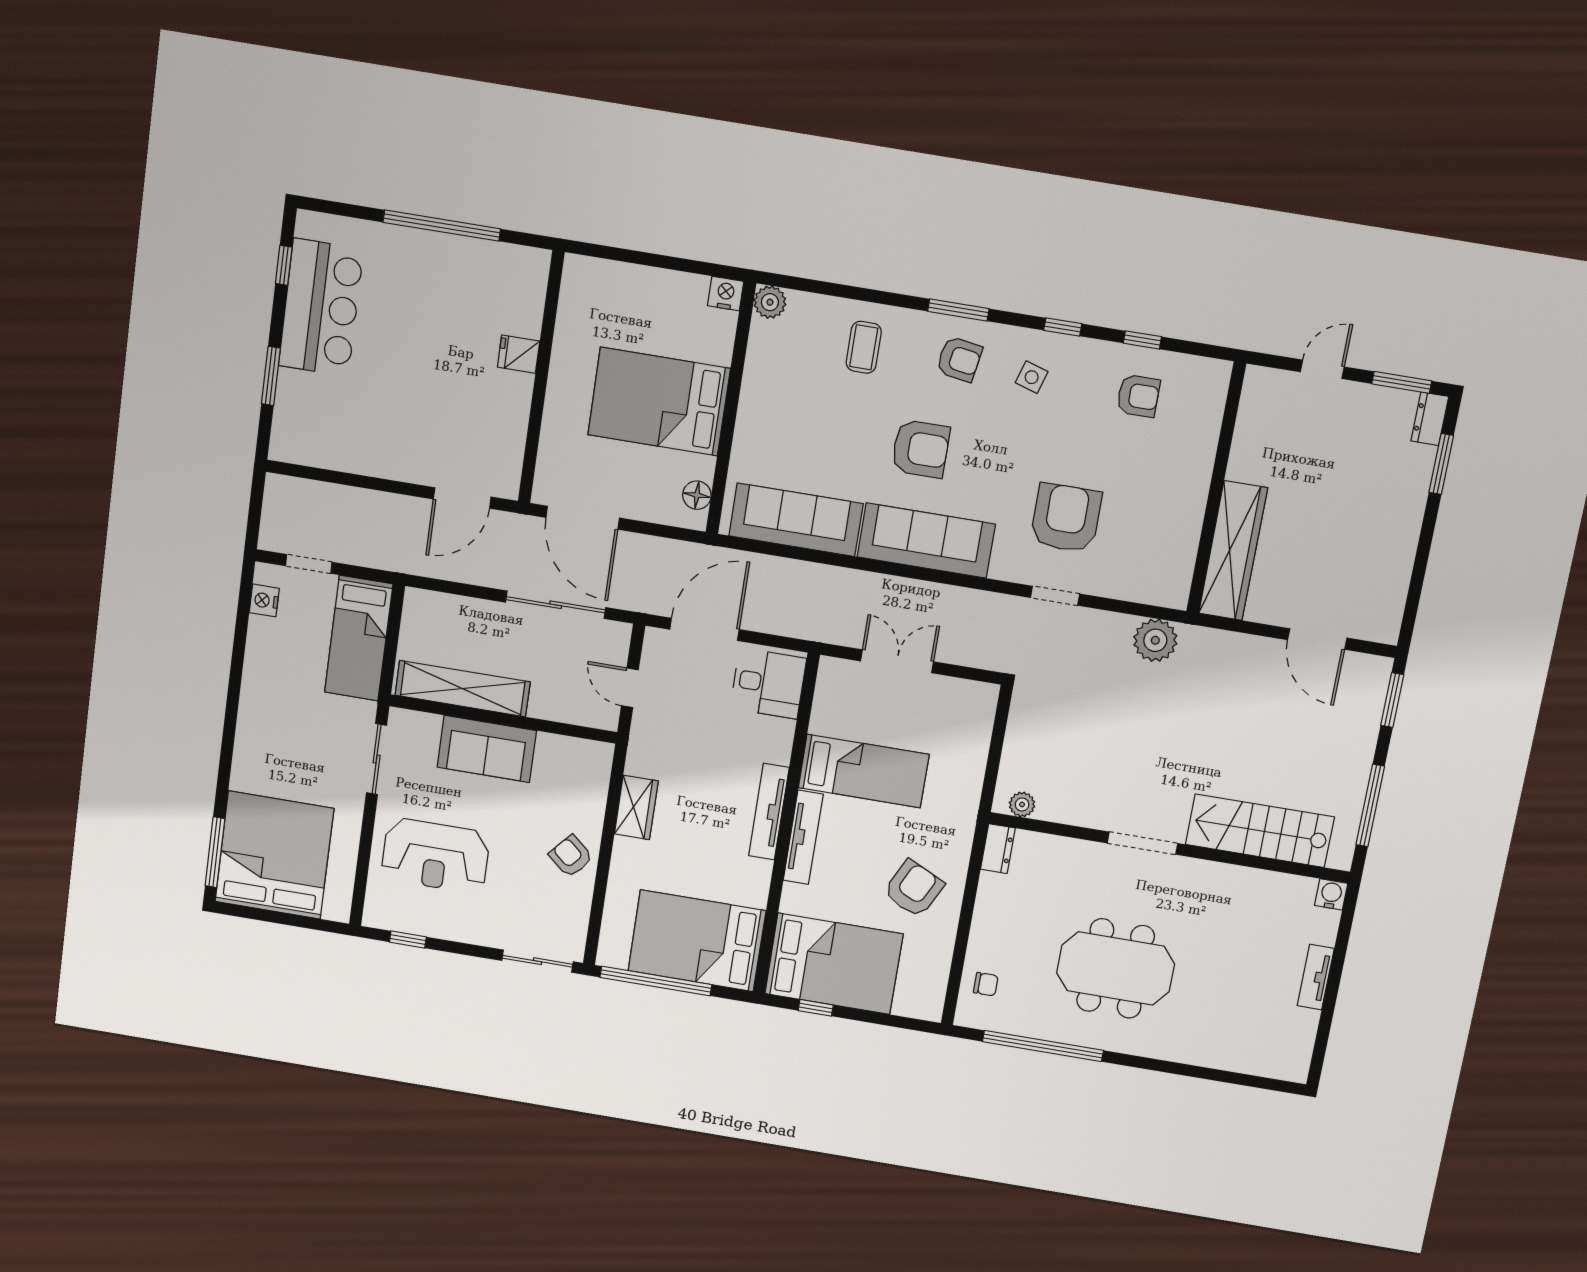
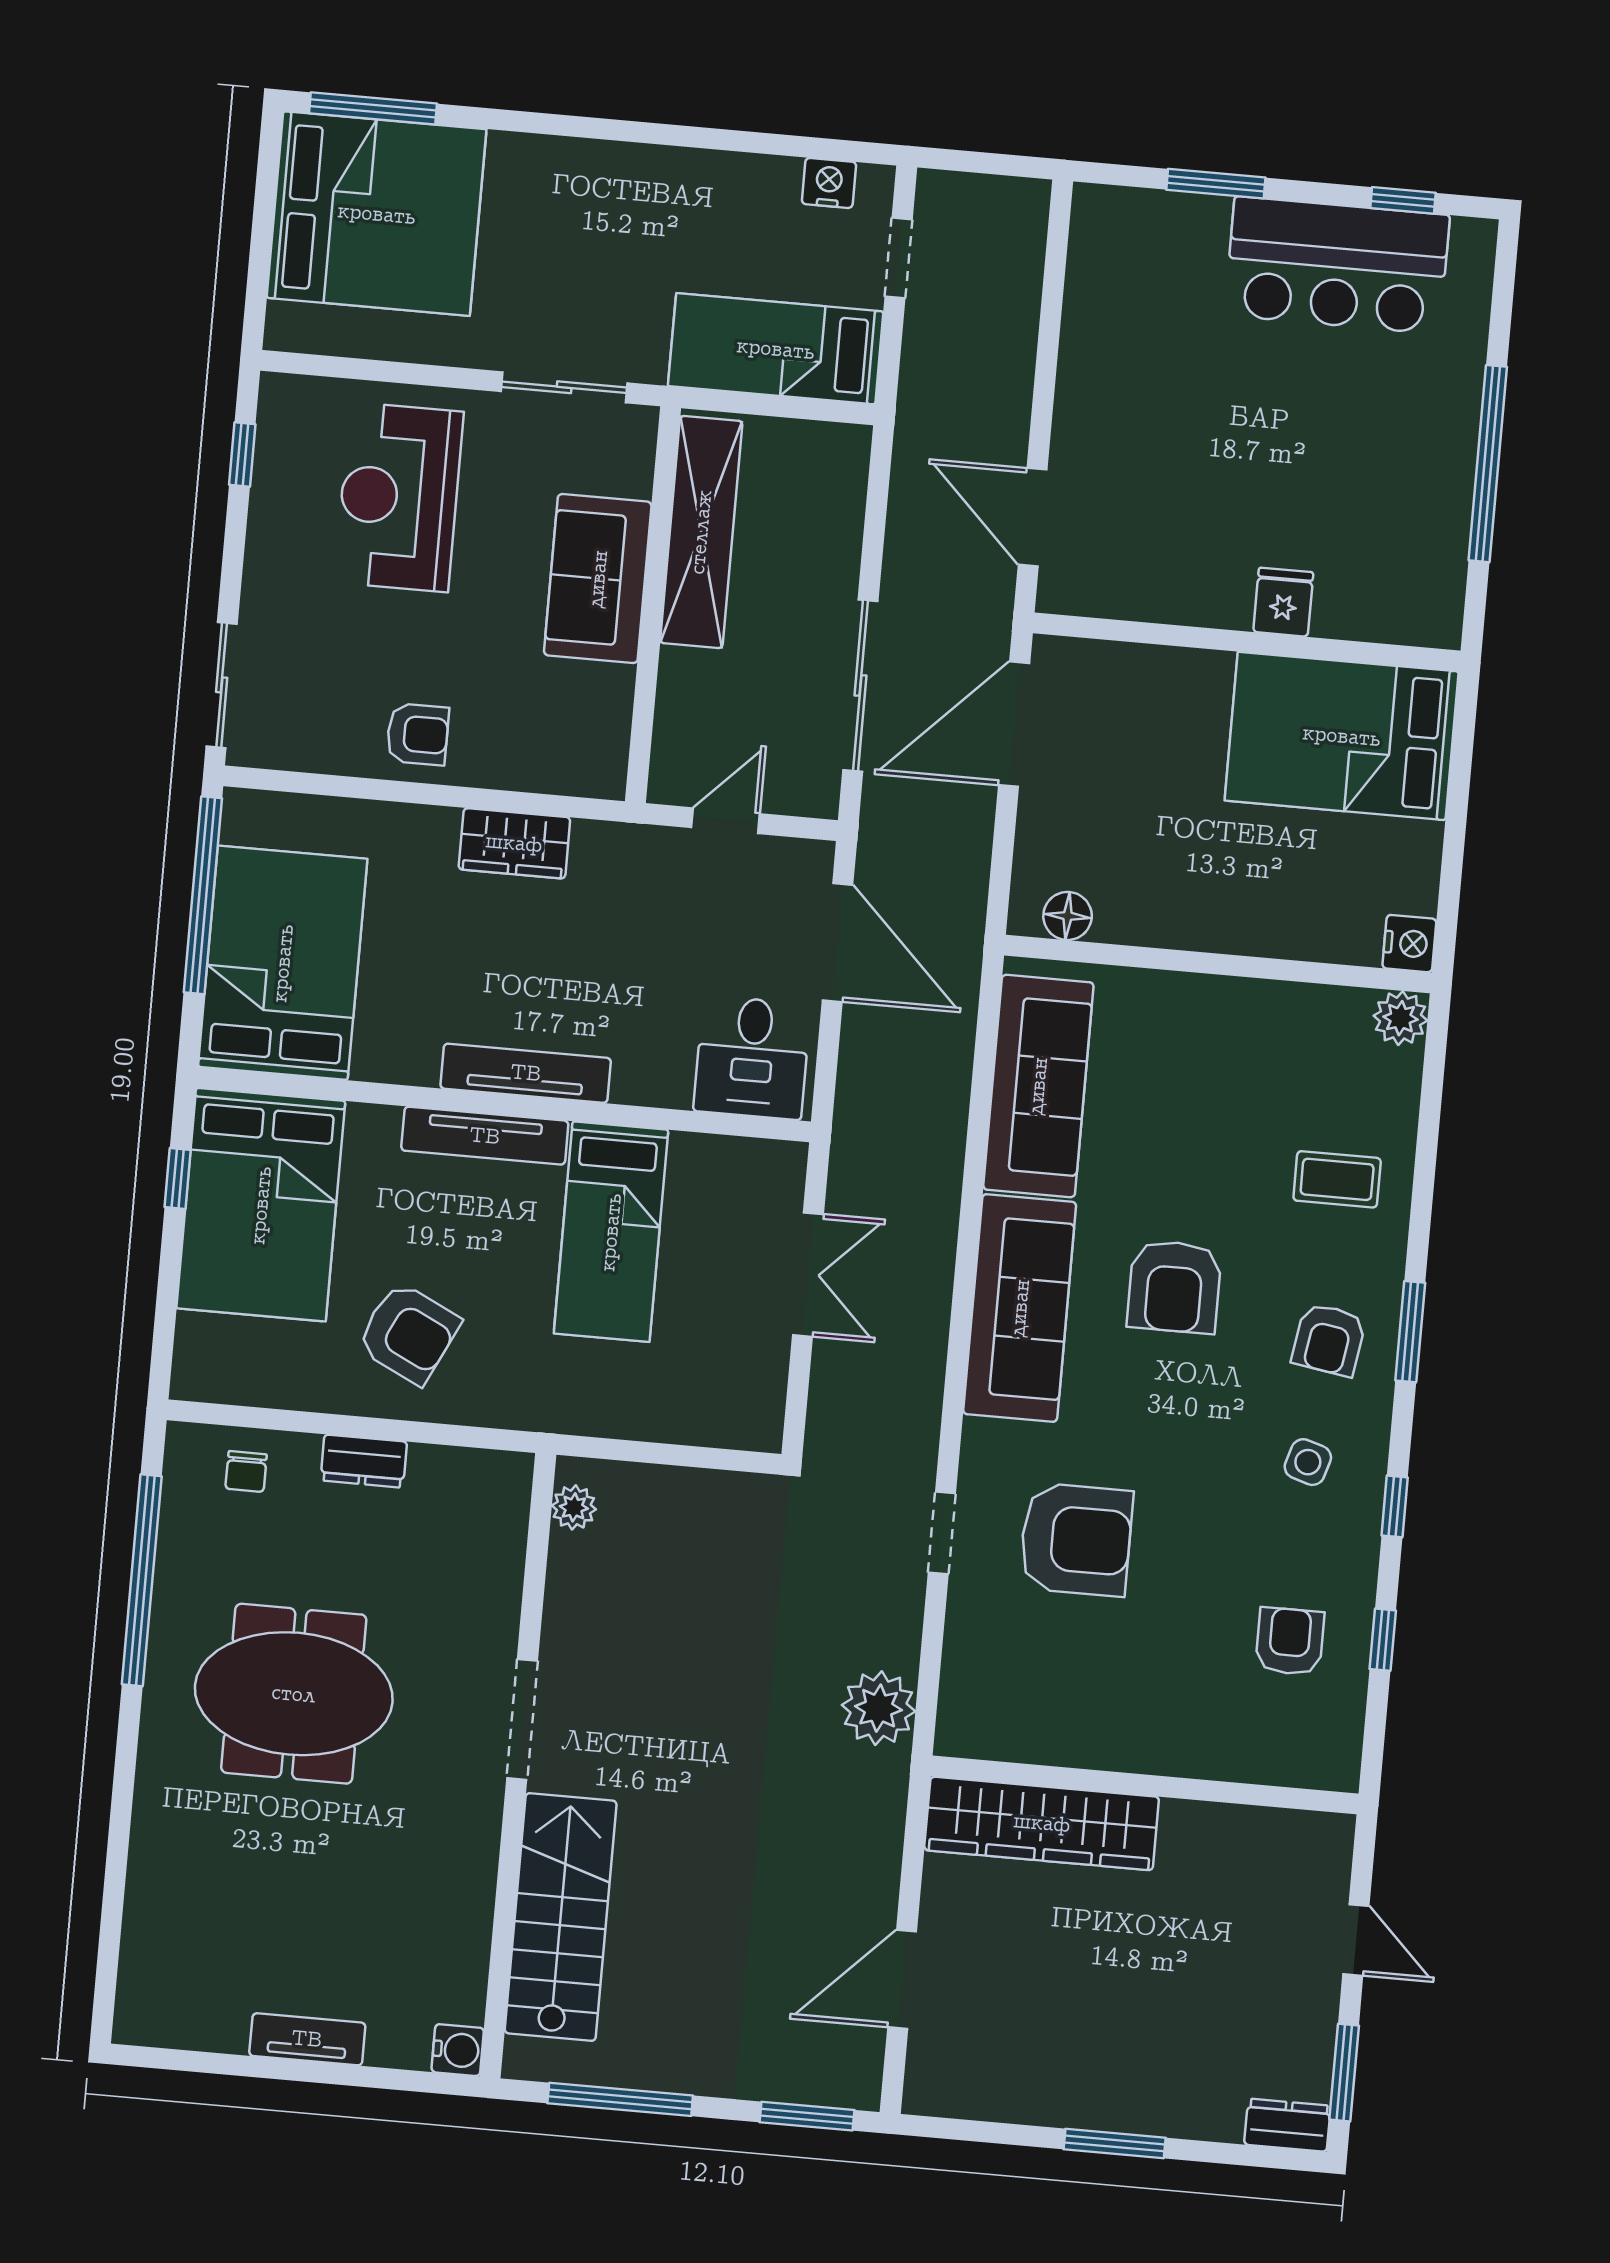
armchair: (1138, 396) -> (1290, 1641), turned 180
bed: (659, 402) -> (1342, 736), moved, turned -90
window: (1441, 464) -> (1115, 2144), moved
dresser: (998, 849) -> (364, 1461), moved
armchair: (571, 856) -> (418, 734), turned 49
meeting table: (1116, 968) -> (294, 1694), turned 90

